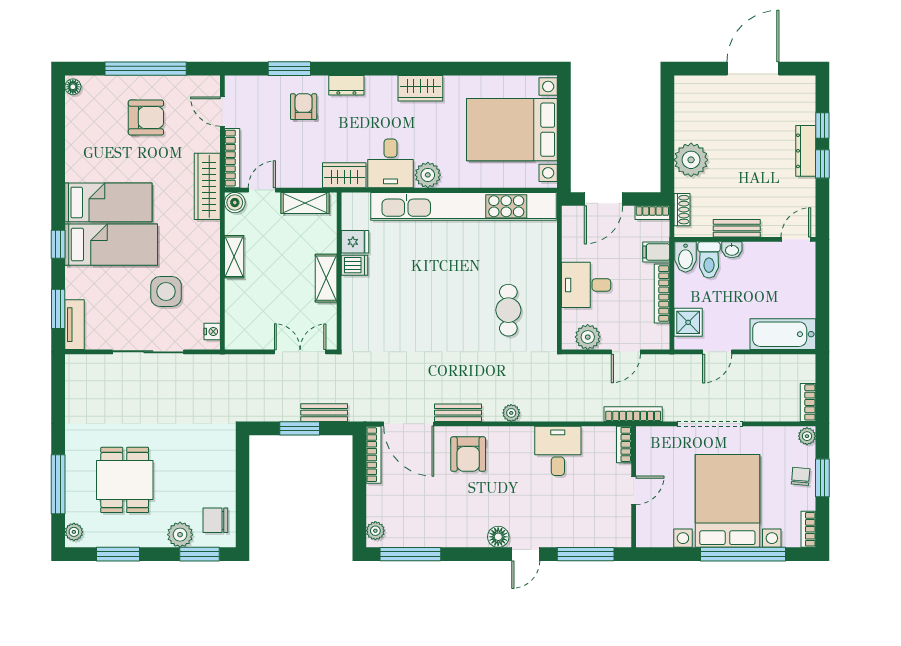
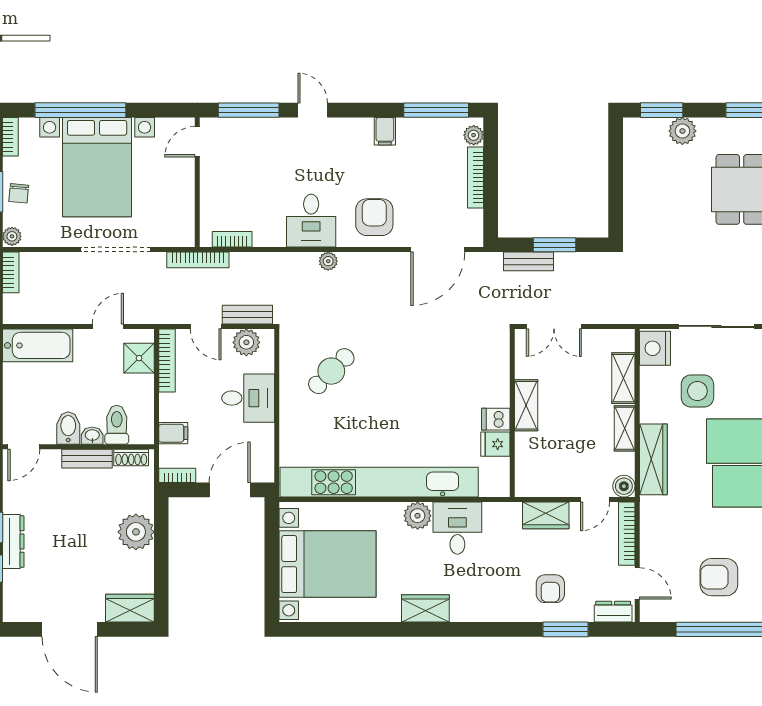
door: (753, 69) -> (70, 629), hinge flipped
dresser: (346, 85) -> (613, 612), moved
wardrobe: (697, 88) -> (130, 608), added
wardrobe: (344, 175) -> (546, 515), moved
wardrobe: (207, 186) -> (653, 459), moved
shelving: (305, 203) -> (623, 378), moved, turned 90
shoe rack: (682, 210) -> (131, 457), moved, turned -90
bidet: (686, 257) -> (68, 428), moved
bookcase: (662, 293) -> (167, 361), moved
cafe table: (508, 310) -> (331, 371), turned 45
nightstand: (212, 331) -> (655, 348), width x1.89, depth x1.79
door: (626, 352) -> (206, 326), swing flipped
bench: (458, 413) -> (247, 315), moved
door: (409, 424) -> (438, 250), swing flipped
bookcase: (624, 444) -> (232, 239), moved, turned -90
desk: (558, 451) -> (311, 221), moved
bookcase: (373, 455) -> (476, 178), moved
door: (634, 490) -> (197, 142), moved
chair: (215, 520) -> (645, 146), removed
filing cabinet: (458, 534) -> (385, 131), added
floor lamp: (498, 537) -> (342, 129), removed
door: (526, 554) -> (313, 110), hinge flipped

